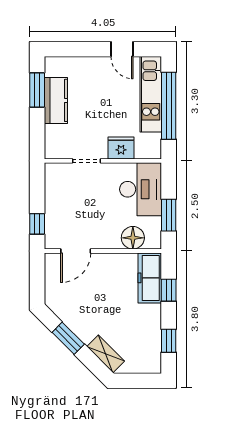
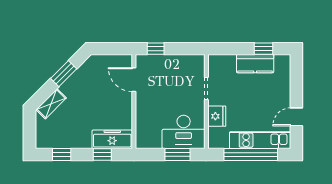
window: (37, 90) -> (264, 49), width x0.67
window: (169, 215) -> (177, 154), moved
floor lamp: (133, 238) -> (145, 126), removed

